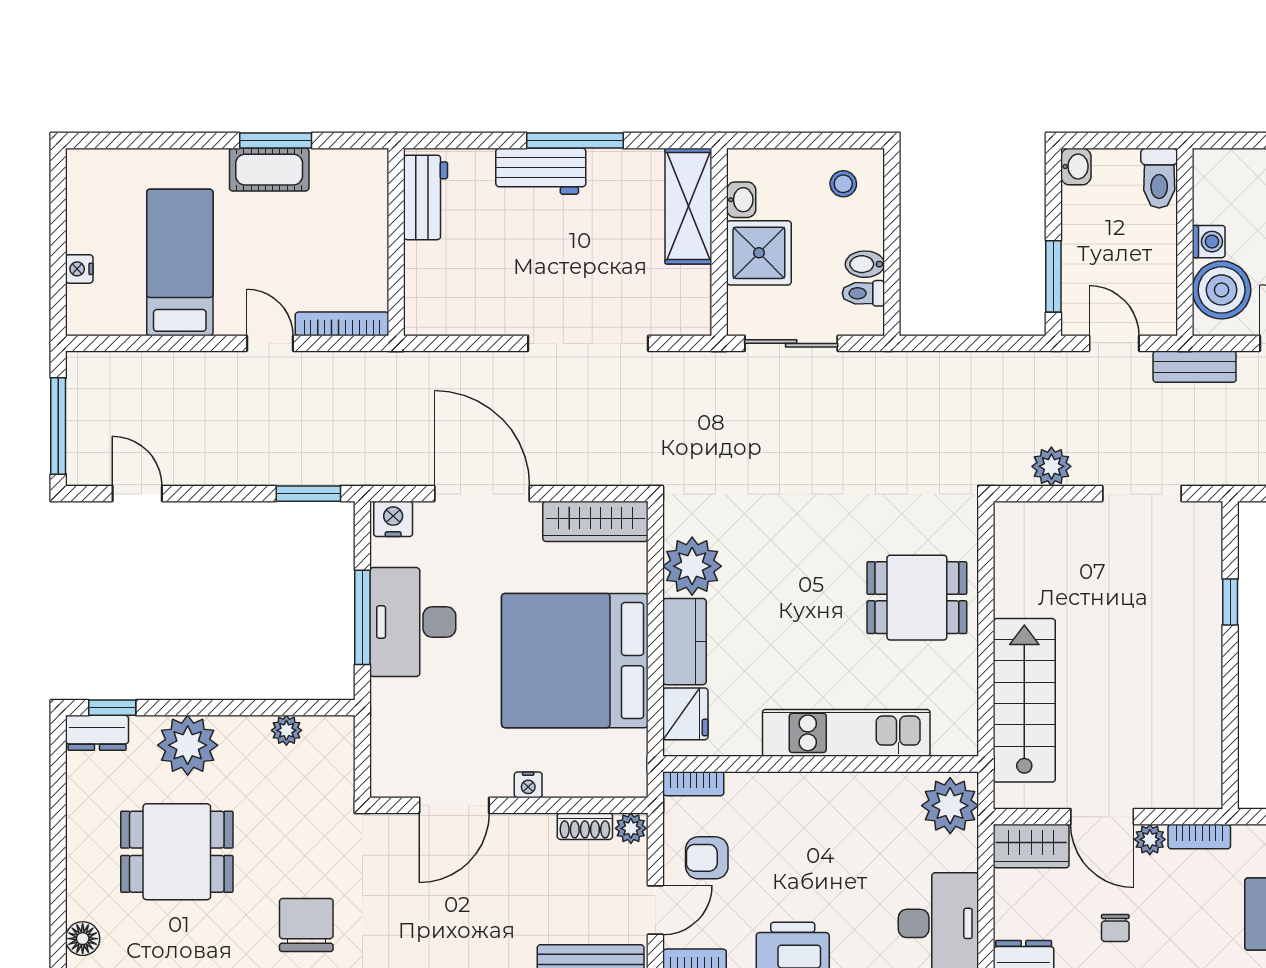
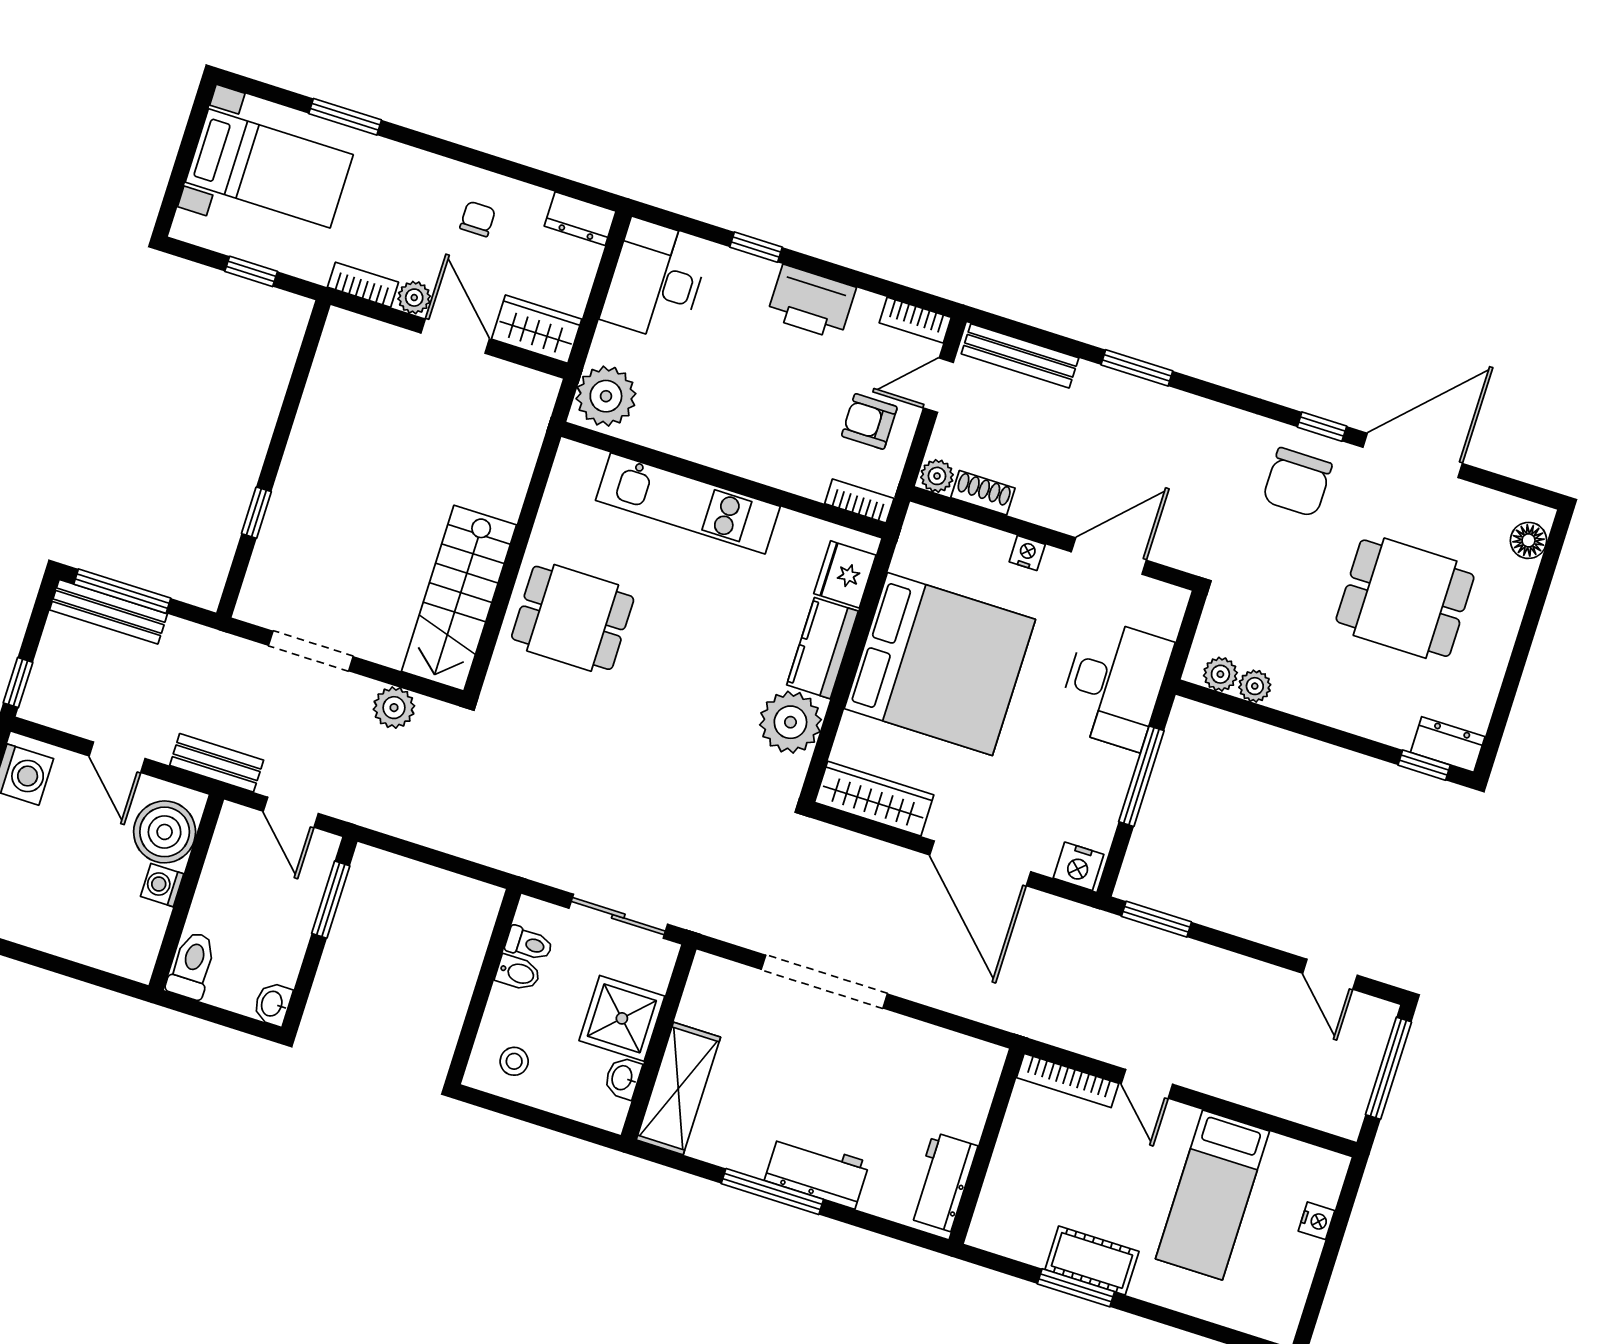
desk: (413, 622) -> (1114, 684), moved
stairs: (1024, 700) -> (459, 598), moved
plant: (188, 745) -> (1220, 674), moved, width x0.53, depth x0.53
armchair: (707, 858) -> (869, 421), turned 180

